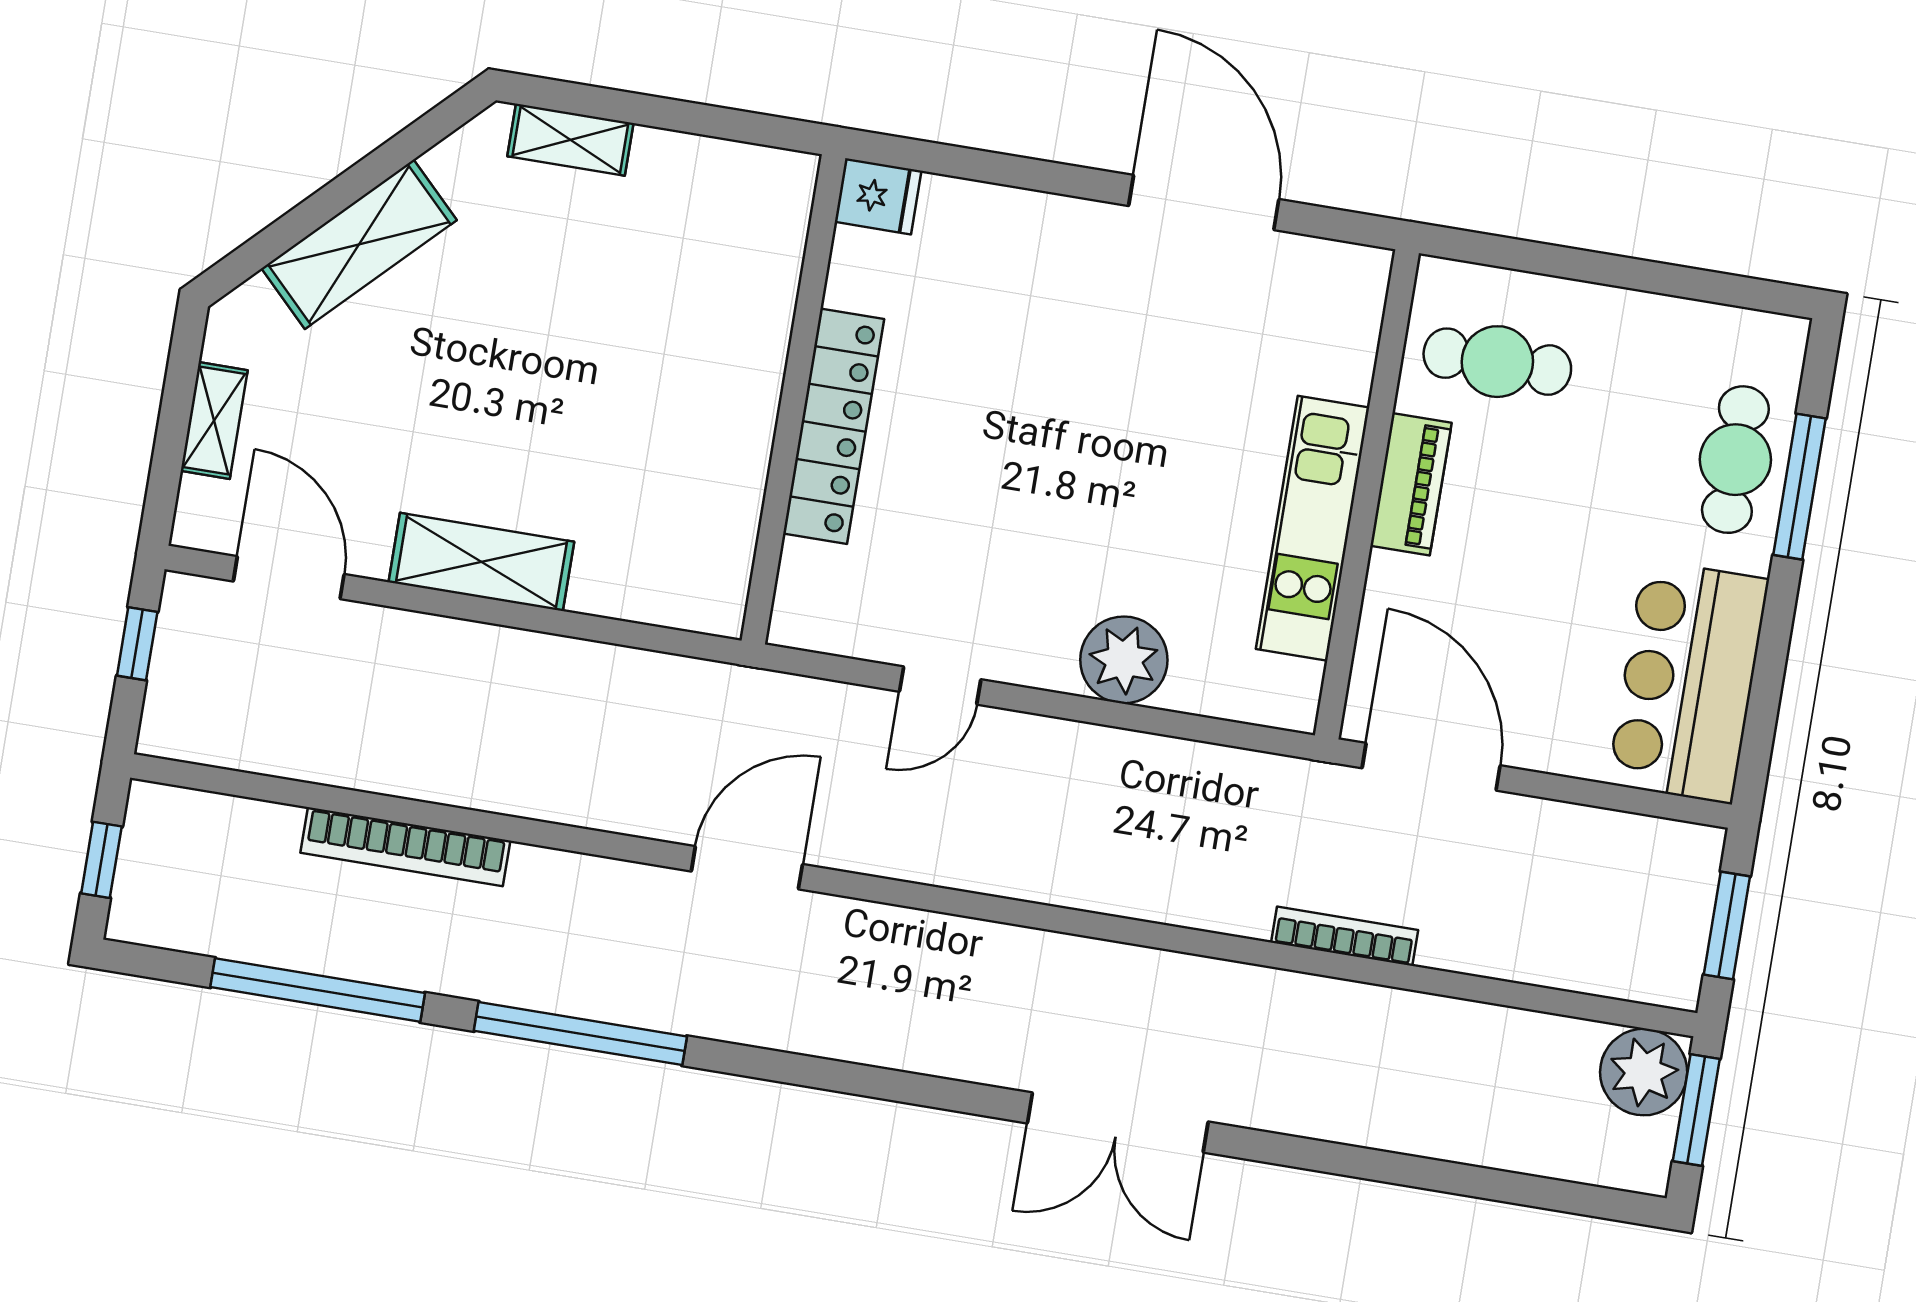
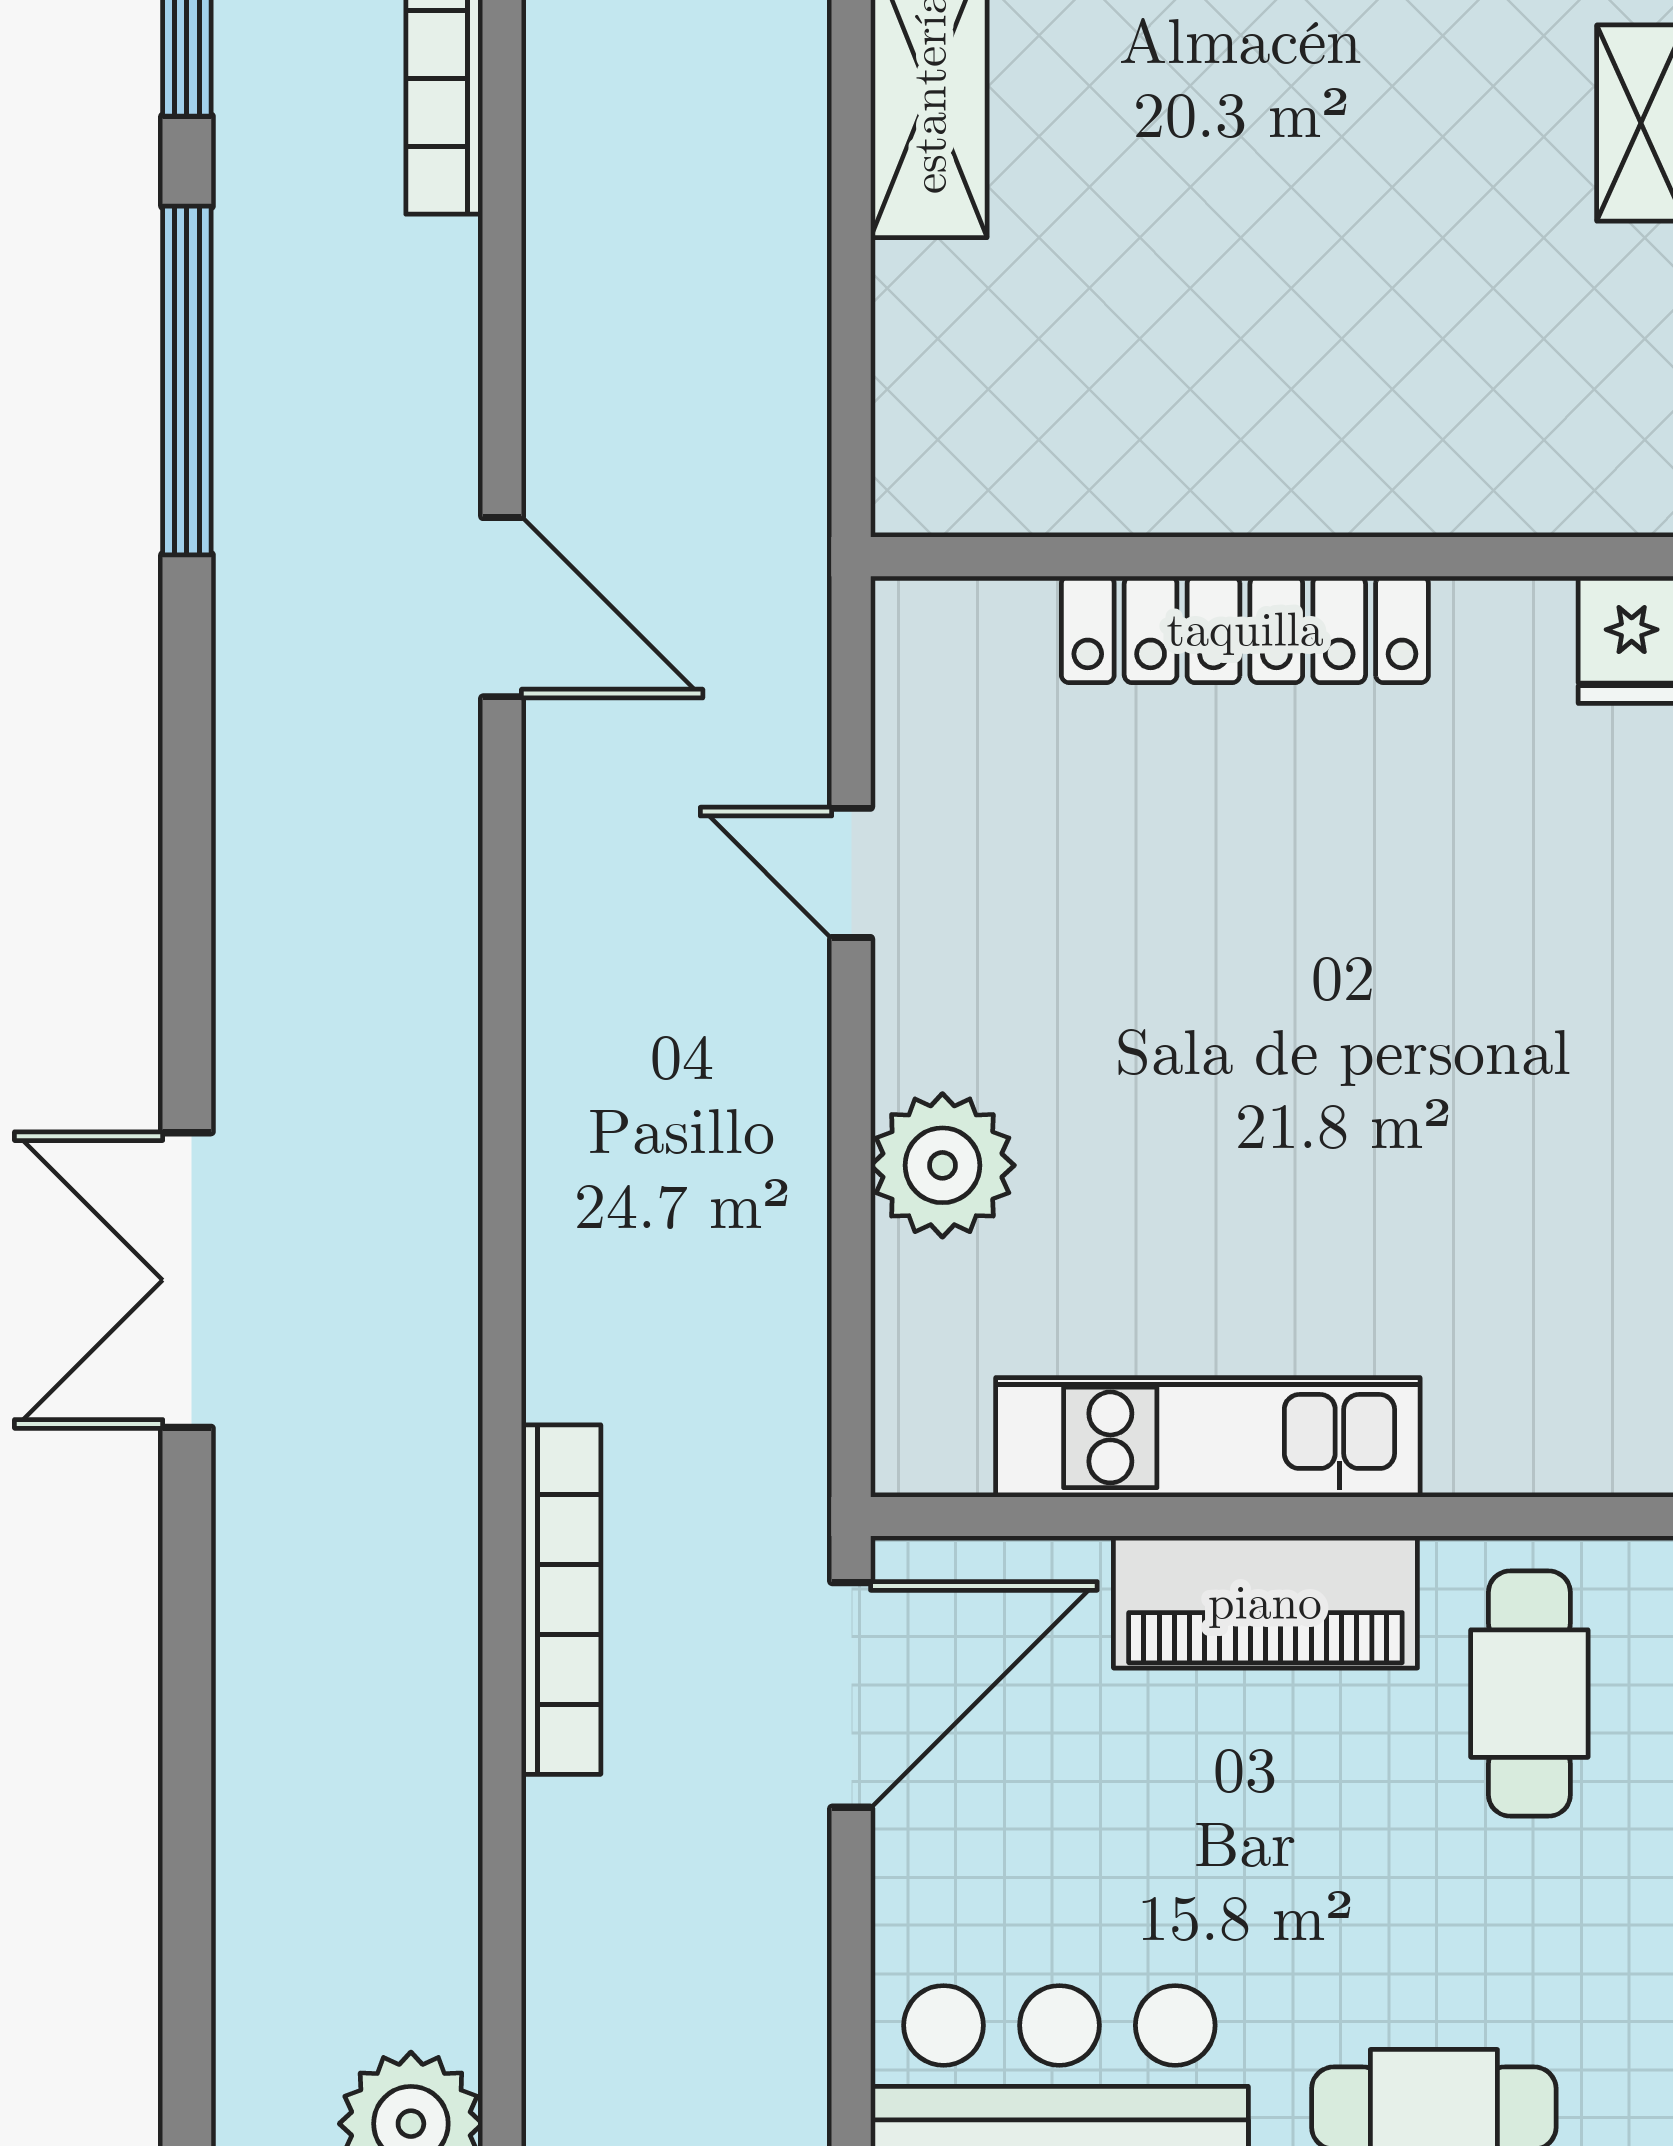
piano: (1411, 484) -> (1265, 1602), width x1.37, depth x1.33
bookcase: (1345, 936) -> (561, 1600), width x1.48, depth x1.31

